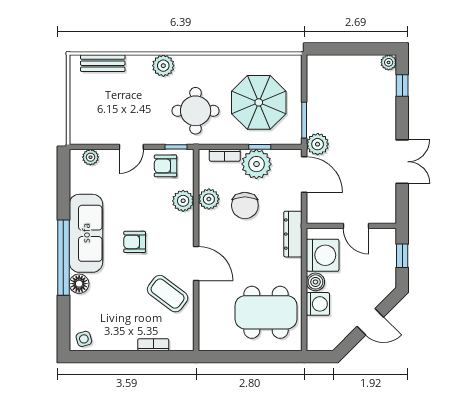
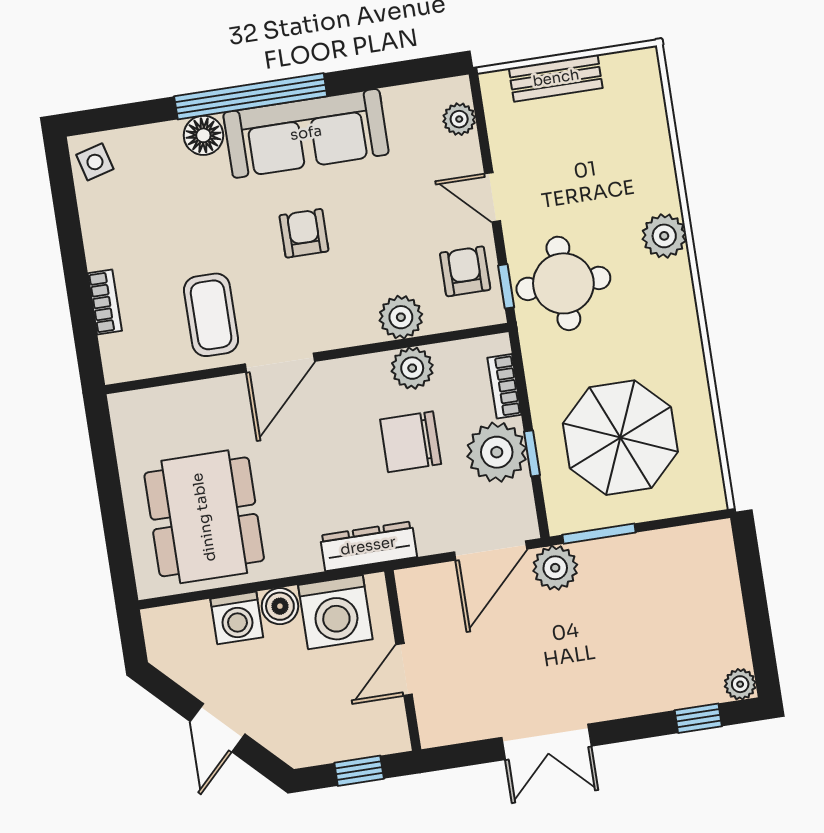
bench: (103, 63) -> (556, 78), moved, turned 90
round table: (196, 111) -> (563, 283), moved
coffee table: (168, 294) -> (211, 315), turned -37

